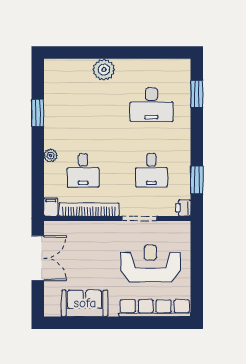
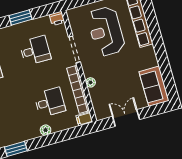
window: (197, 180) -> (20, 17), moved
plant: (93, 227) -> (90, 82), added
double door: (38, 258) -> (126, 118), width x0.73
sofa: (85, 303) -> (154, 86), moved

